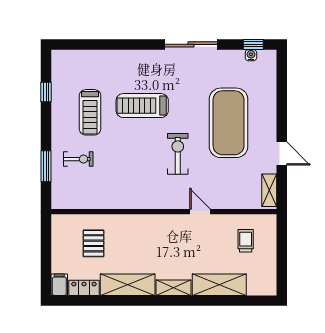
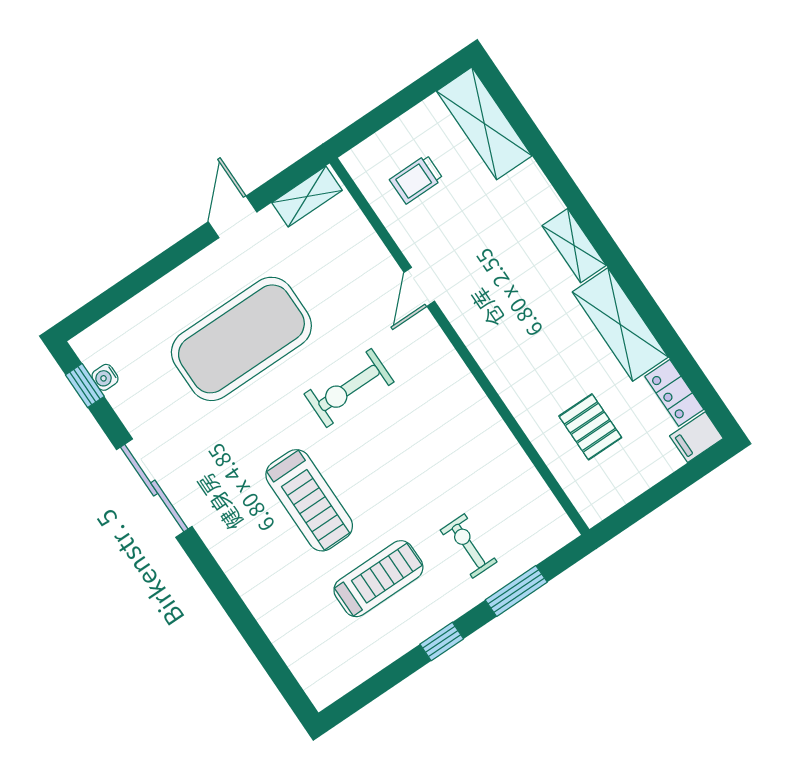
window: (46, 92) -> (442, 641), moved
pallet: (94, 243) -> (590, 427), turned 90
shelving: (219, 285) -> (484, 123), moved

